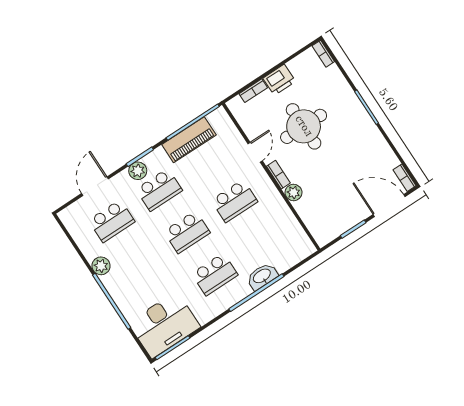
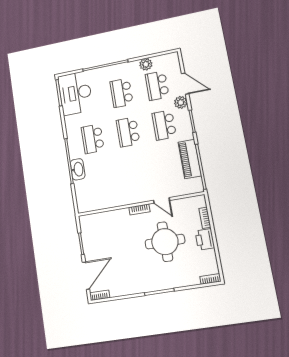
plant: (138, 171) -> (181, 102), moved
plant: (293, 193) -> (123, 214), removed
school desk: (234, 201) -> (121, 93), moved
plant: (101, 266) -> (146, 64), moved

